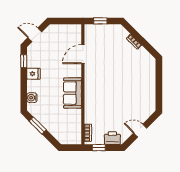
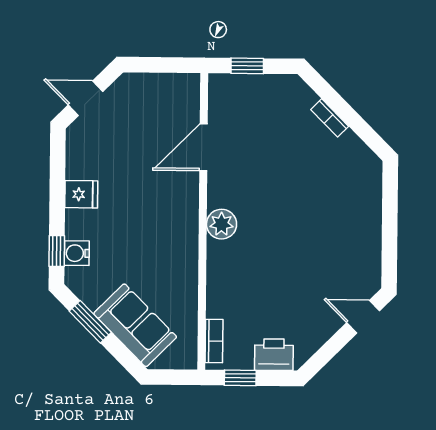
window: (24, 61) -> (57, 251), moved
plant: (91, 85) -> (222, 224), added
sofa: (72, 93) -> (135, 325), moved, turned 135
door: (140, 131) -> (363, 317), moved

